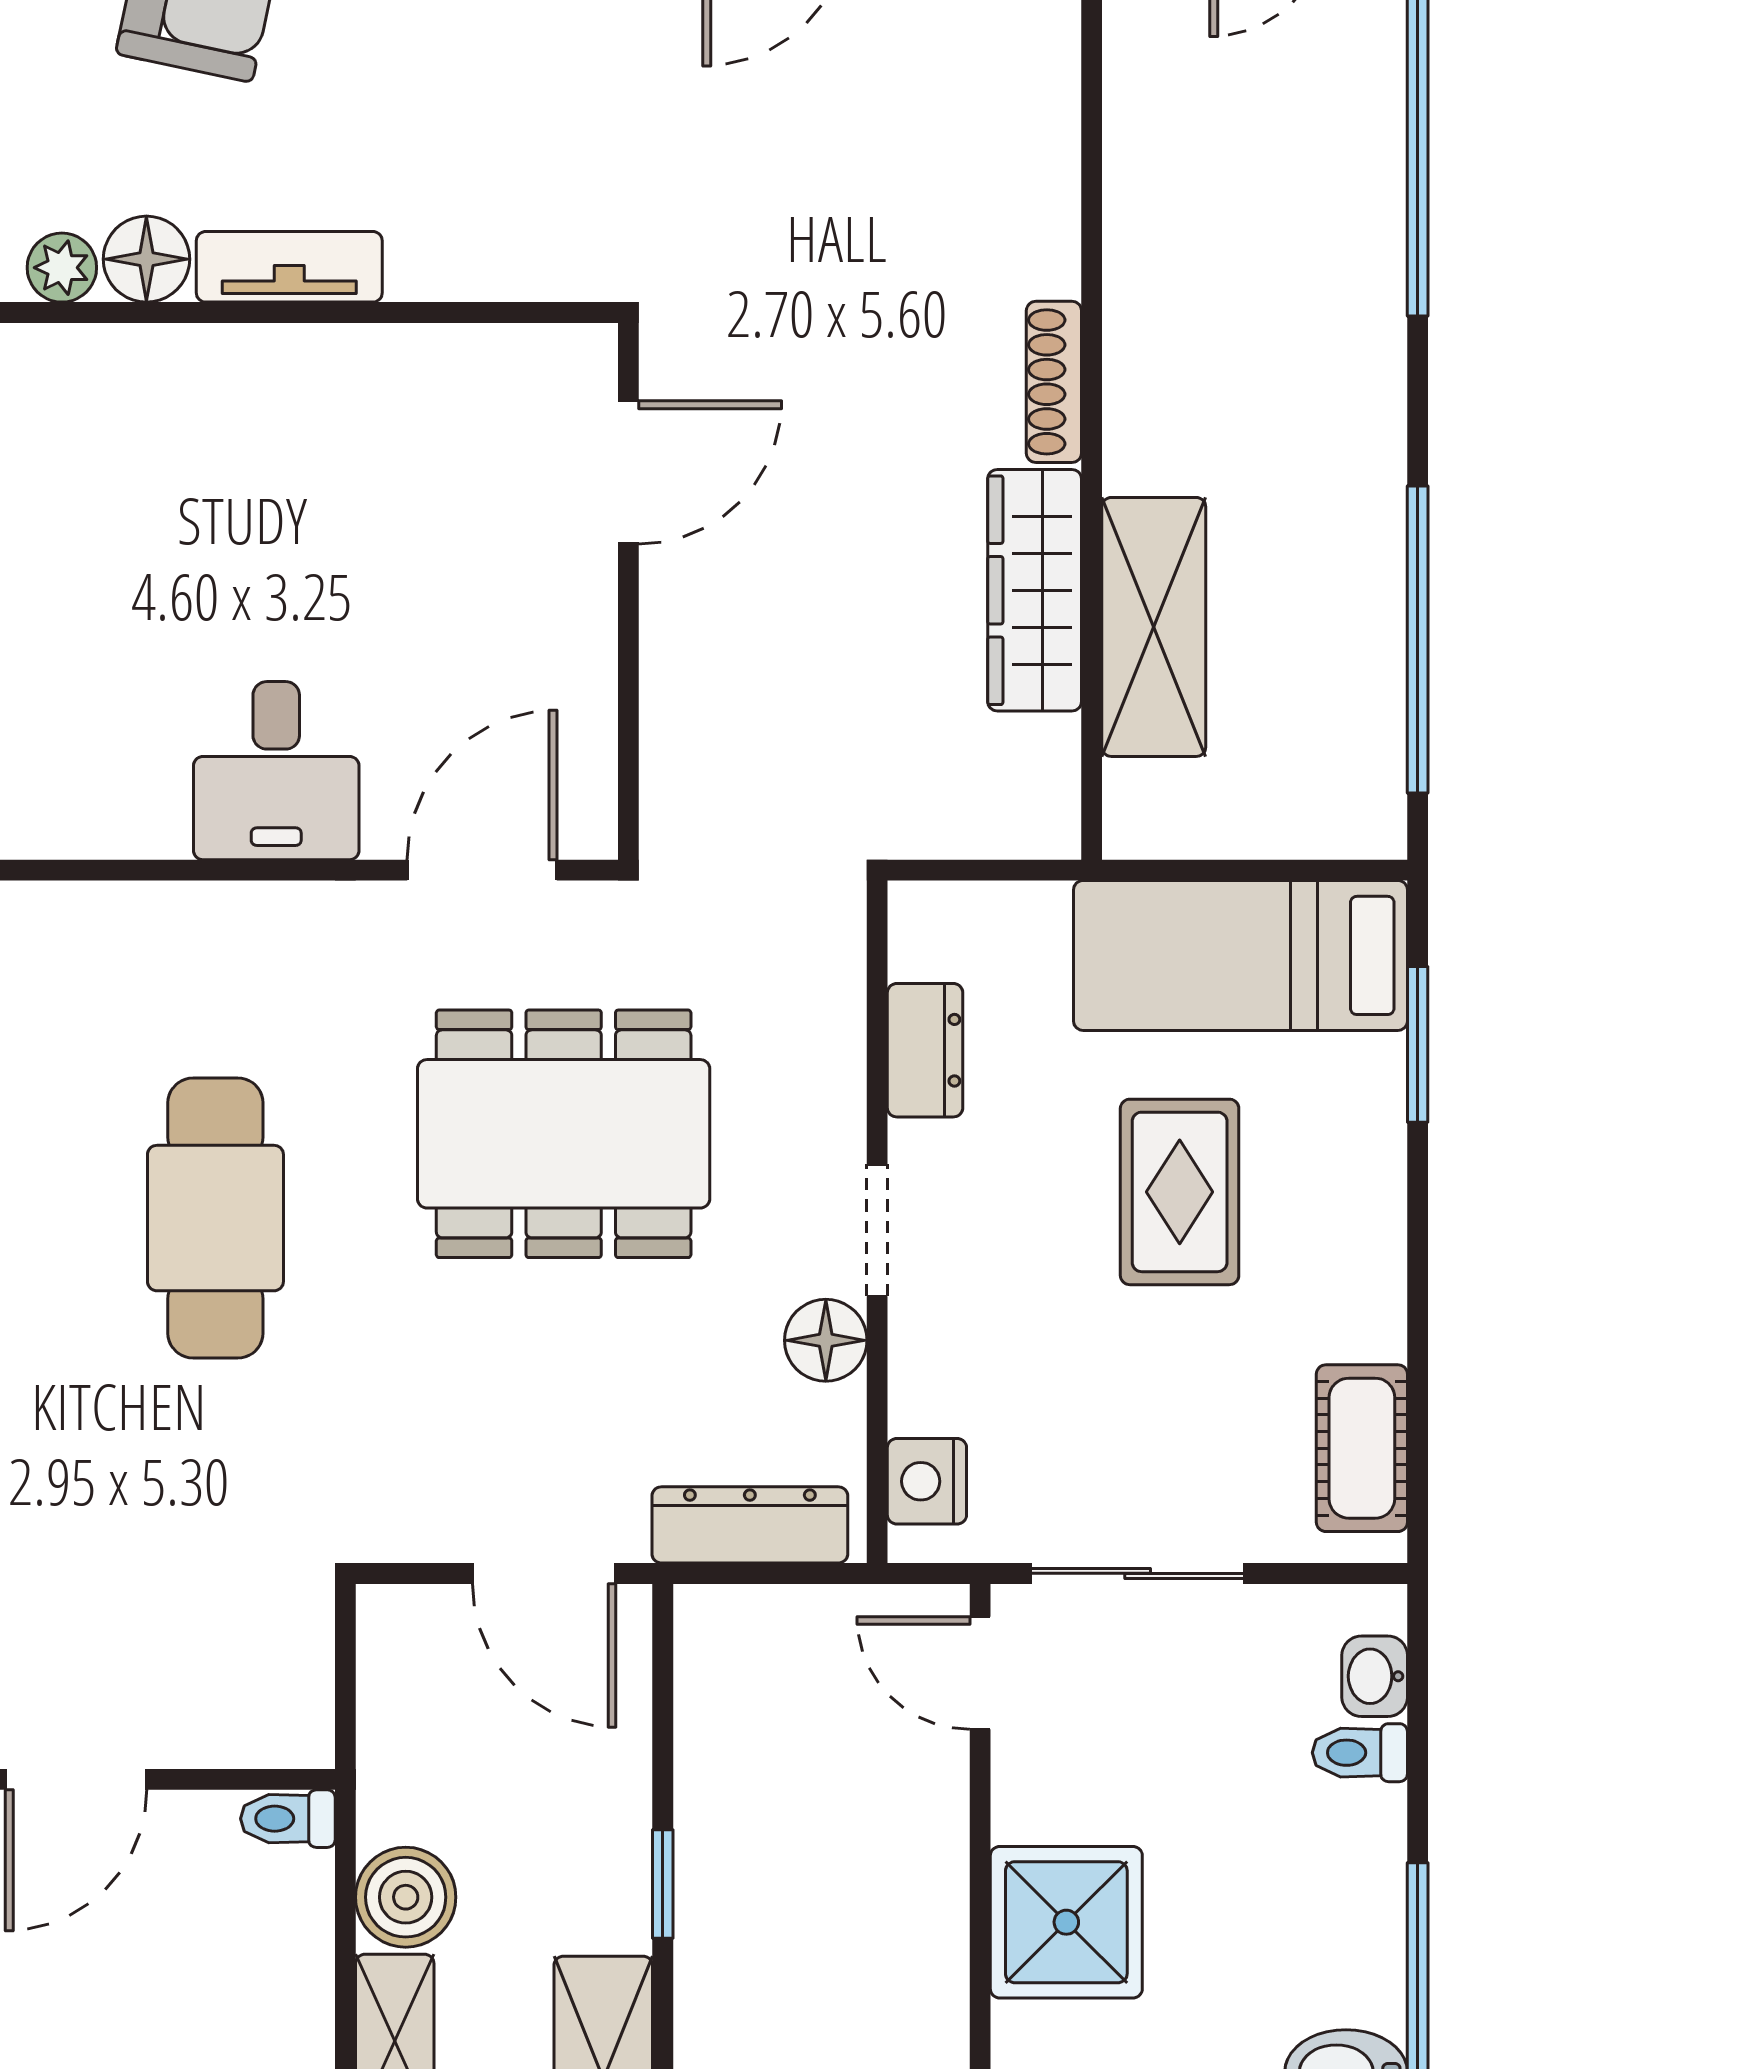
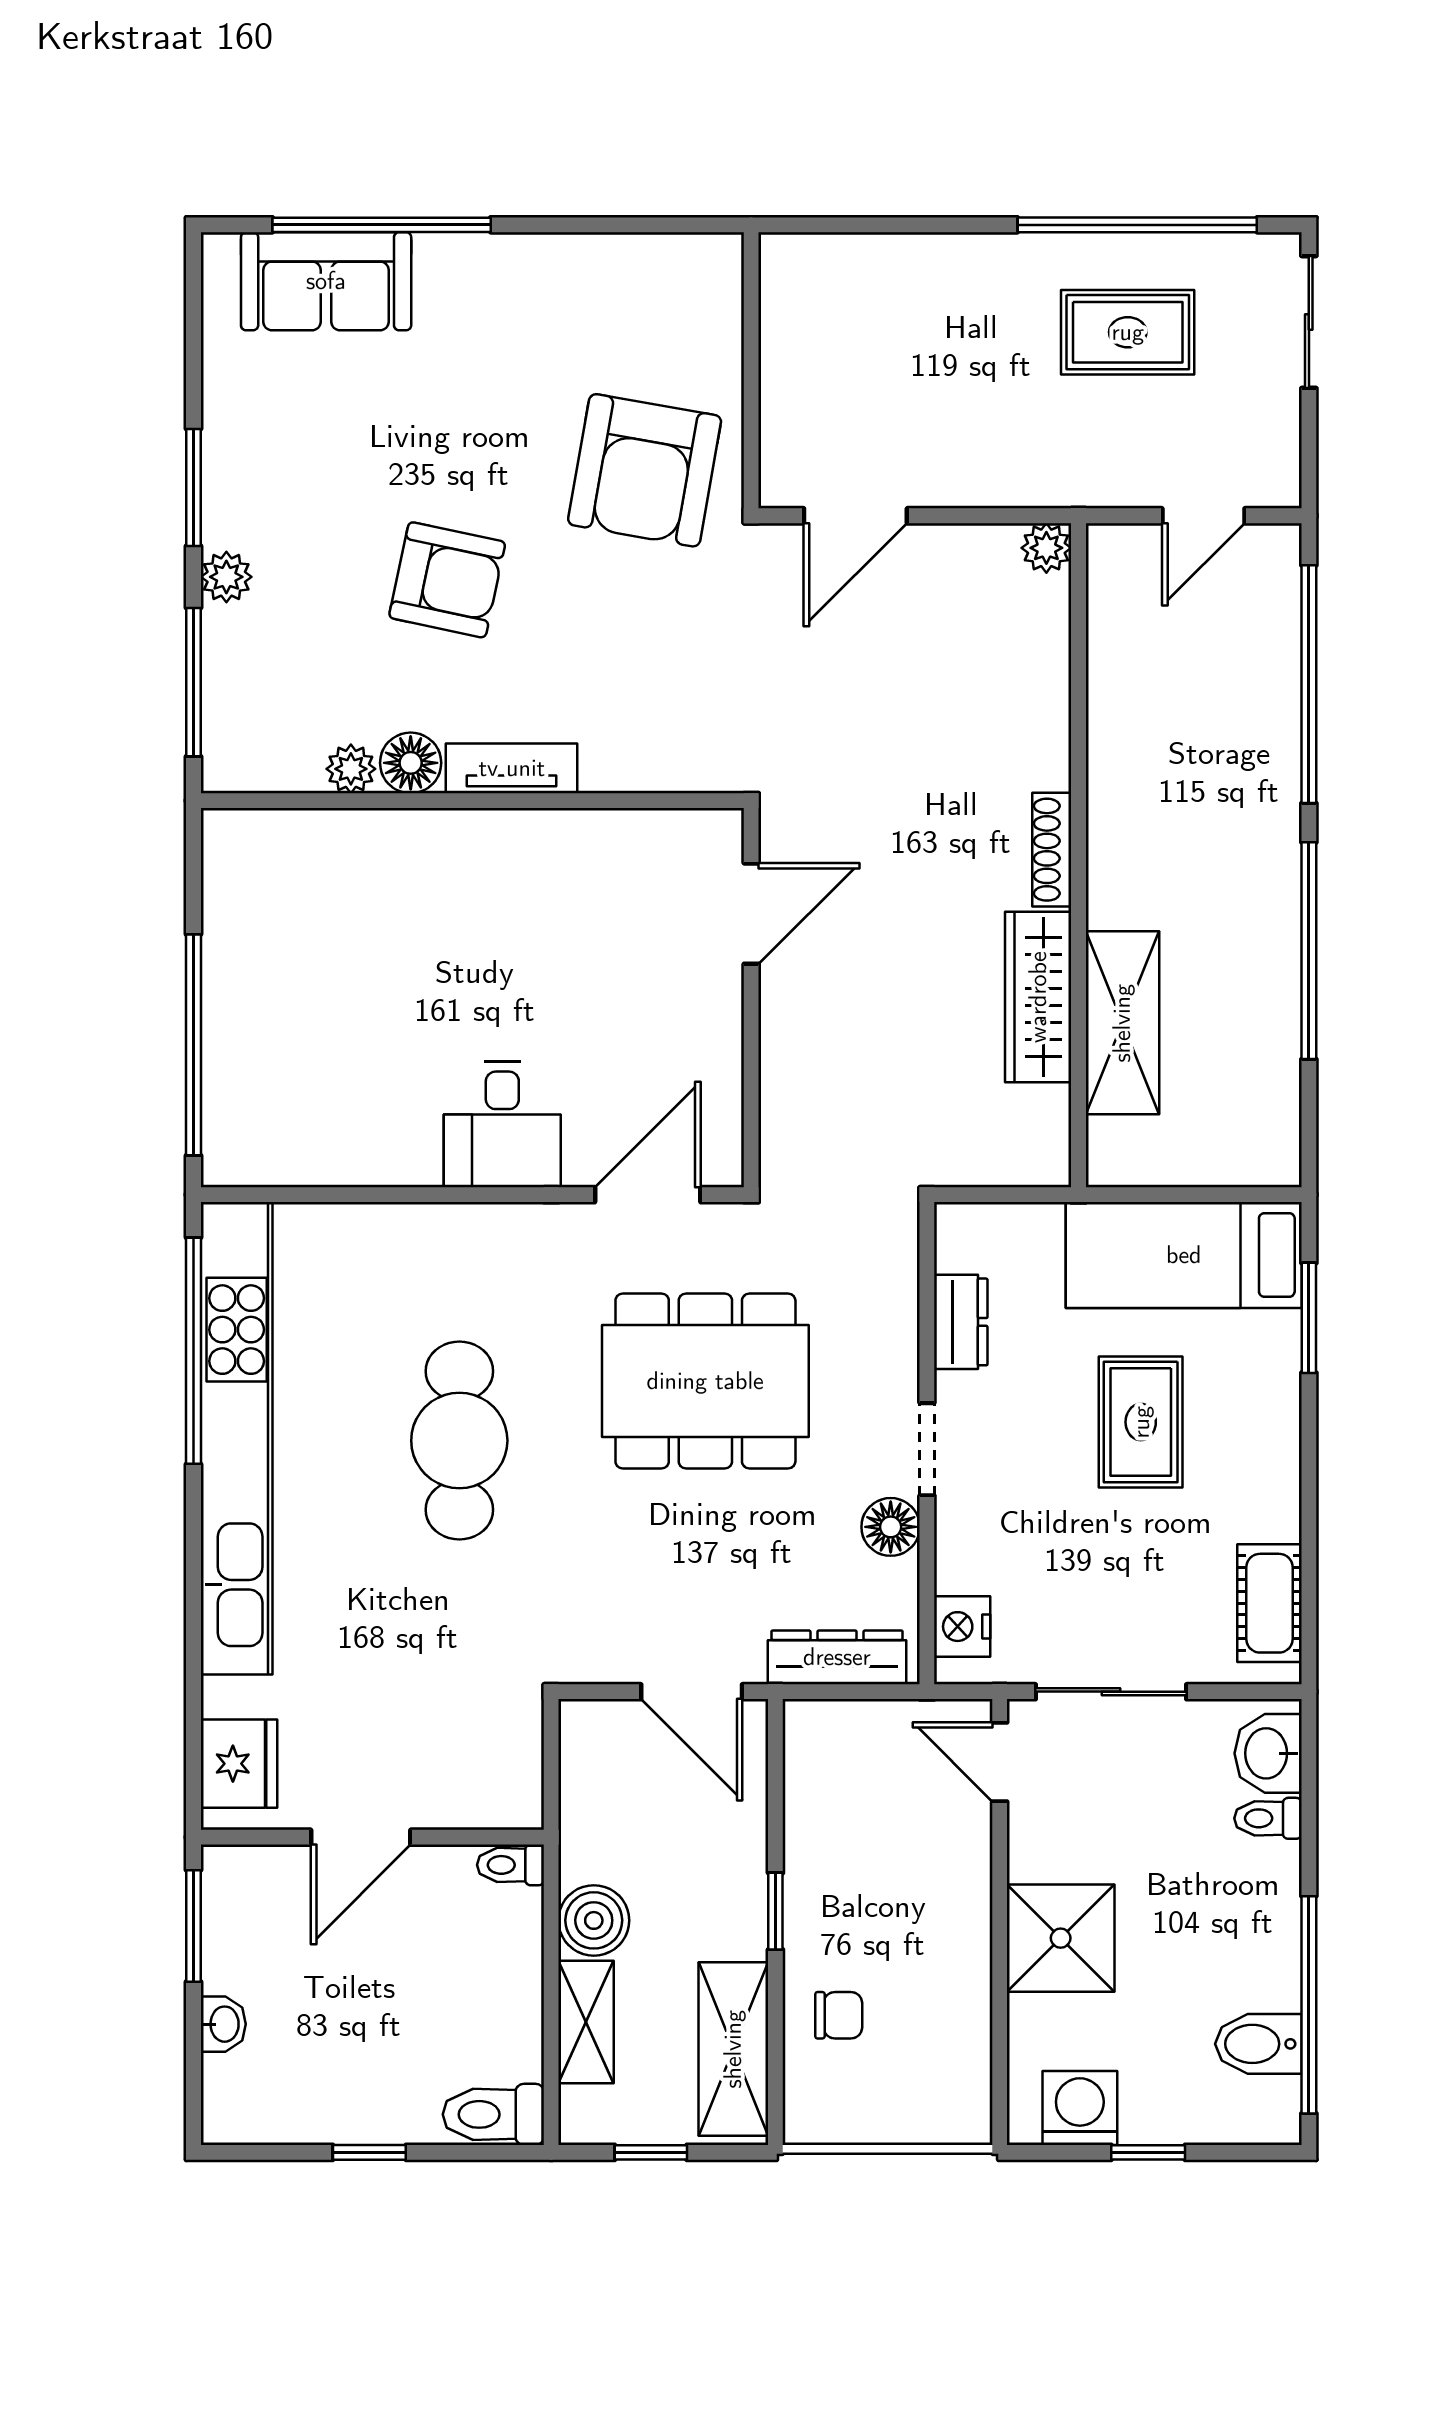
window: (1418, 640) -> (1309, 951), moved
washbasin: (1375, 1676) -> (1268, 1753), width x1.38, depth x1.45
chair: (752, 2031) -> (839, 2015), added

